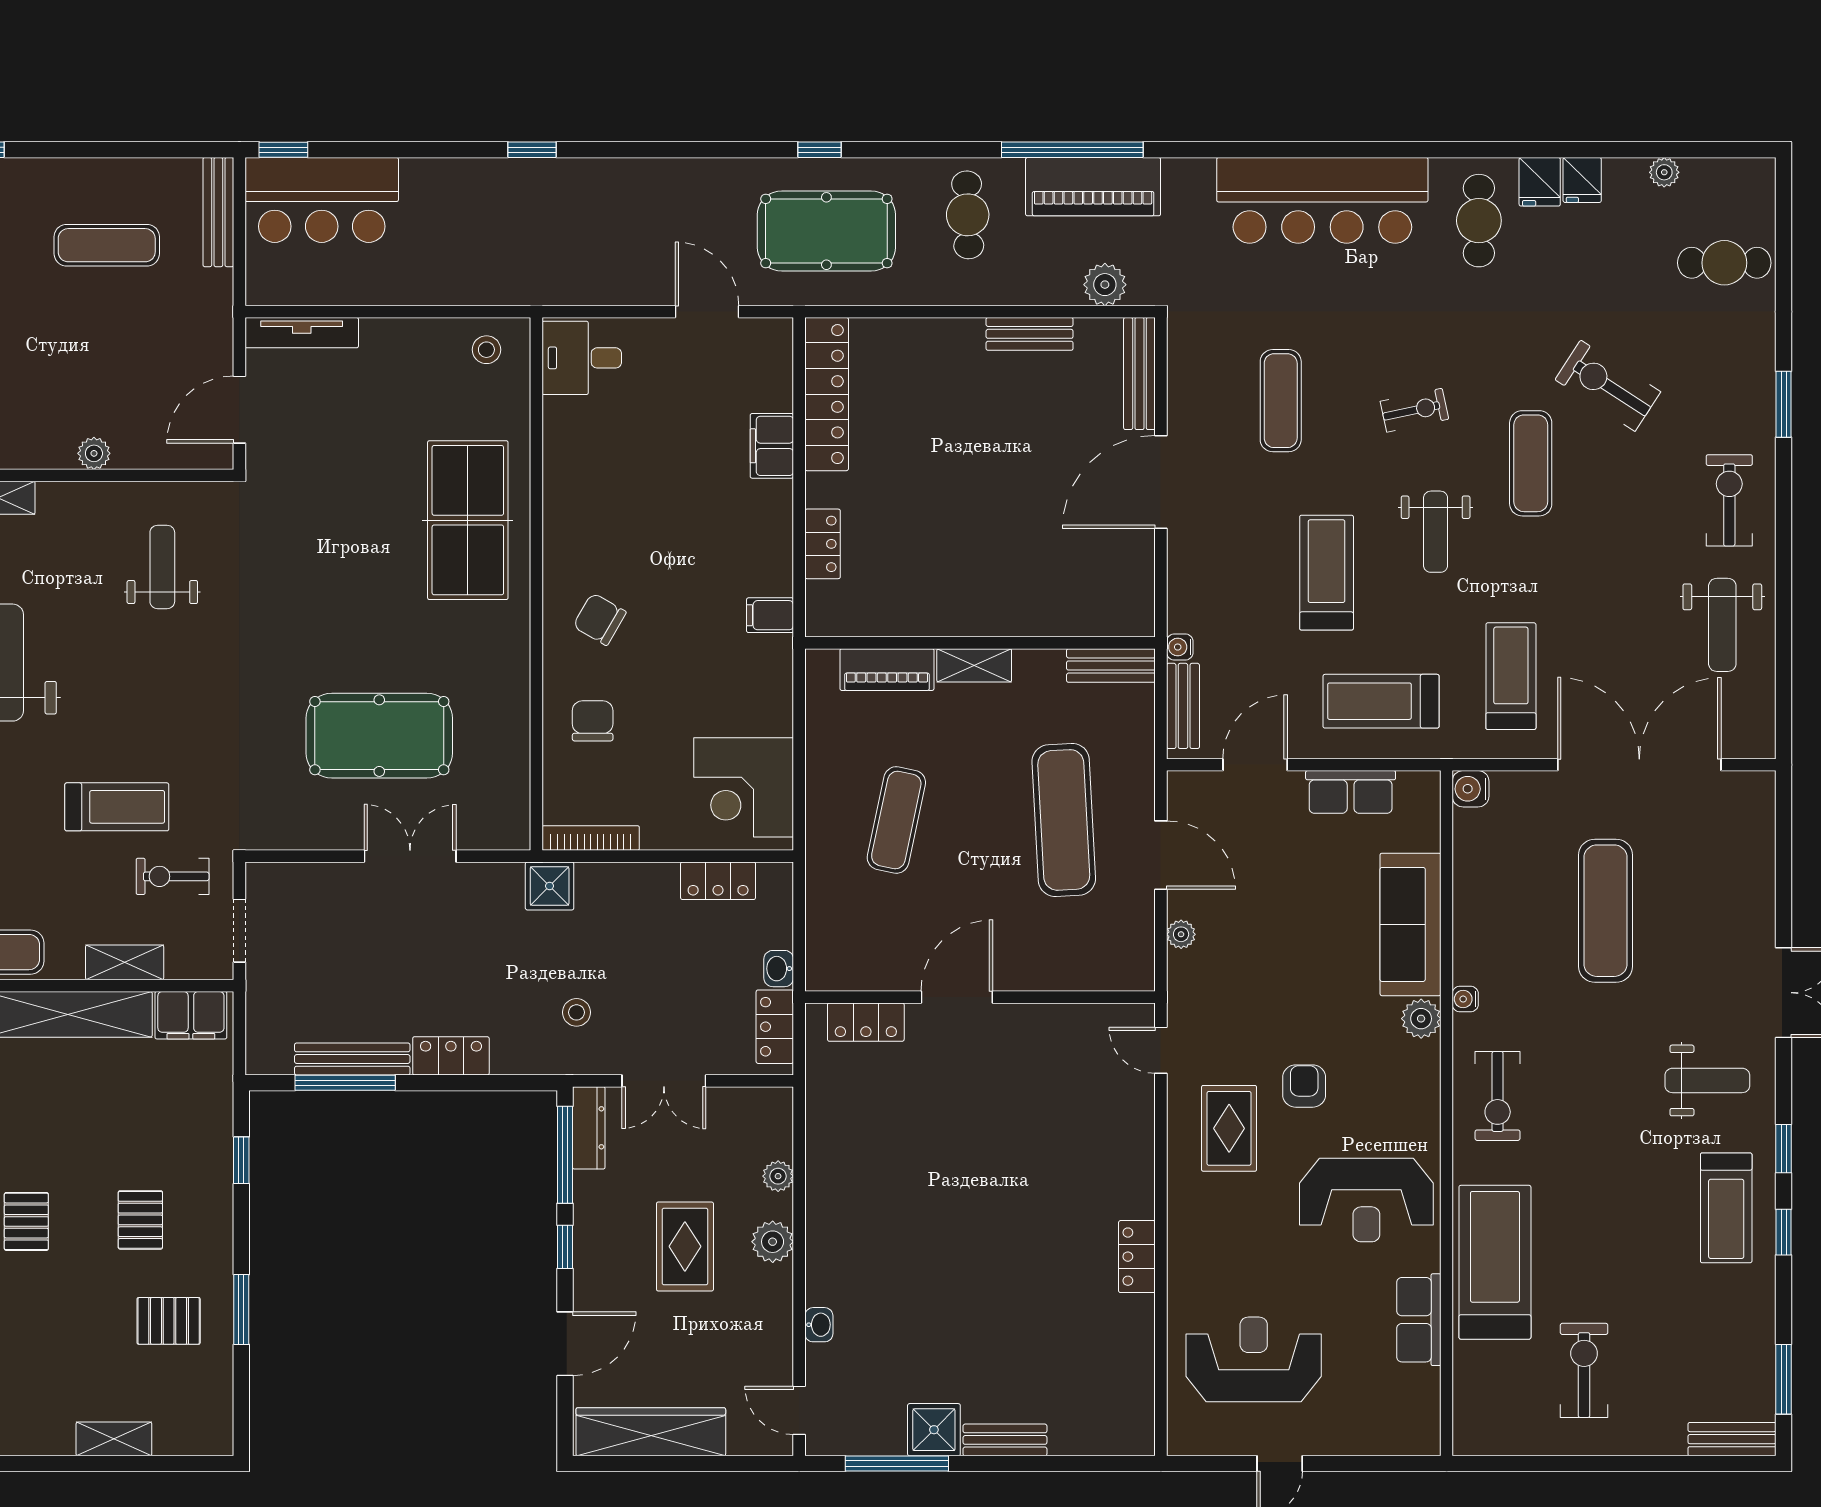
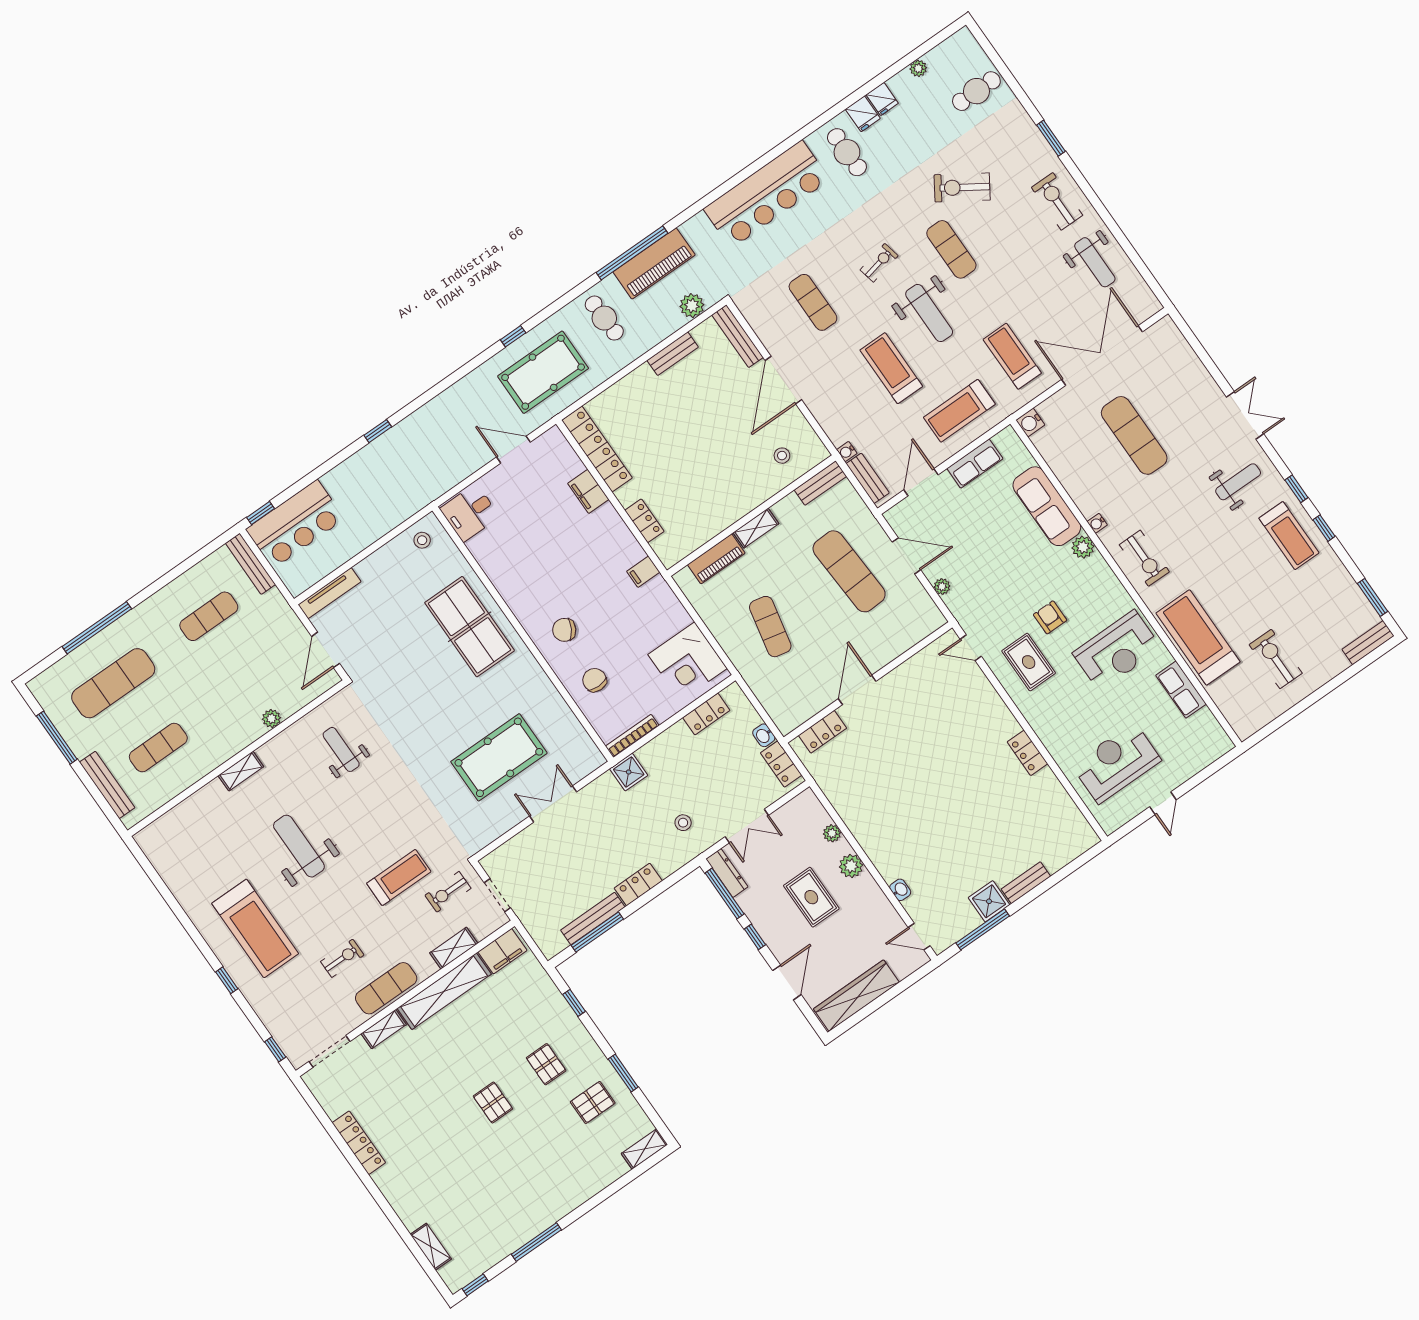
weight bench: (1436, 532) -> (929, 313), width x1.36, depth x1.33
stool: (1084, 588) -> (782, 456), added
shelving: (114, 1439) -> (644, 1149), moved

